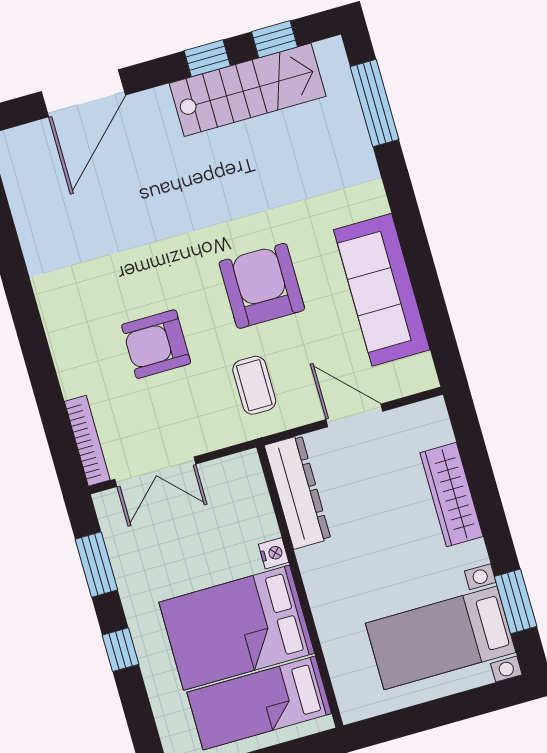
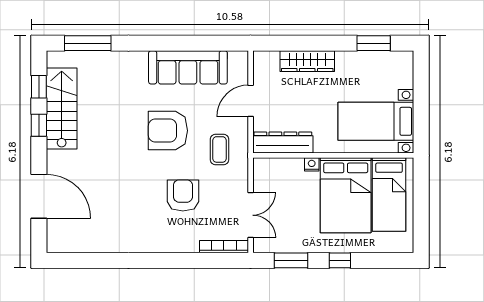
armchair: (156, 344) -> (183, 195), turned 180
coffee table: (254, 385) -> (220, 149), turned 90
bed with nightstands: (441, 638) -> (376, 121), moved, turned 90

